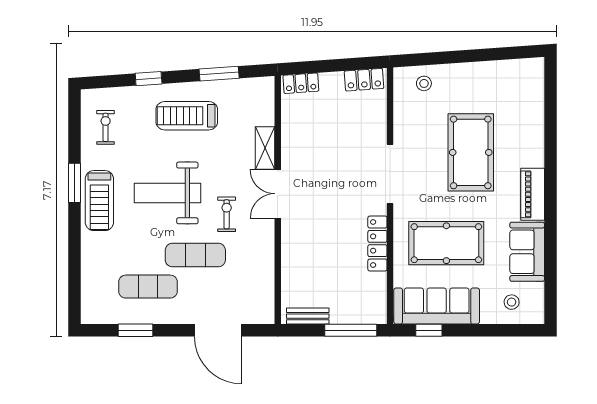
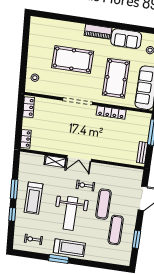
window: (219, 74) -> (14, 189), moved

